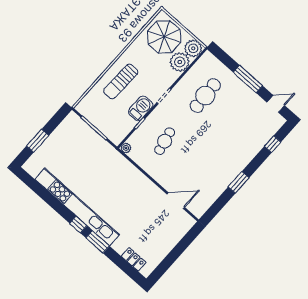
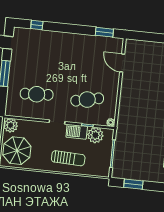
plant: (180, 62) -> (95, 135), moved
window: (38, 141) -> (133, 184), moved
cafe table: (165, 141) -> (87, 100), width x1.37, depth x1.35
window: (239, 182) -> (104, 32), moved

